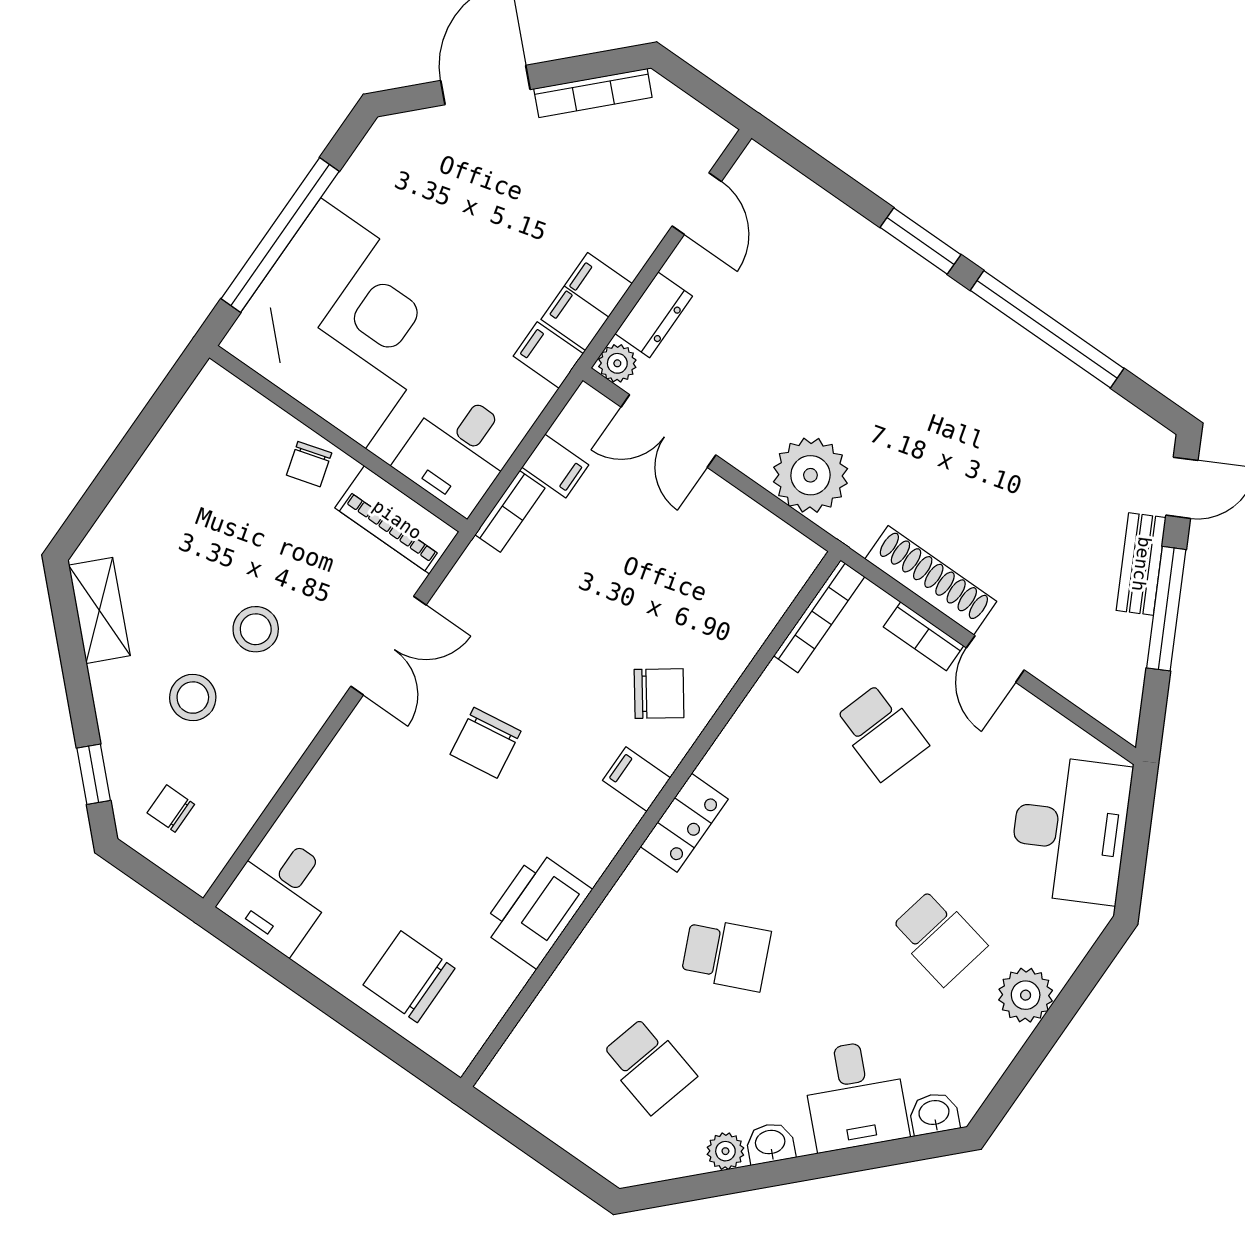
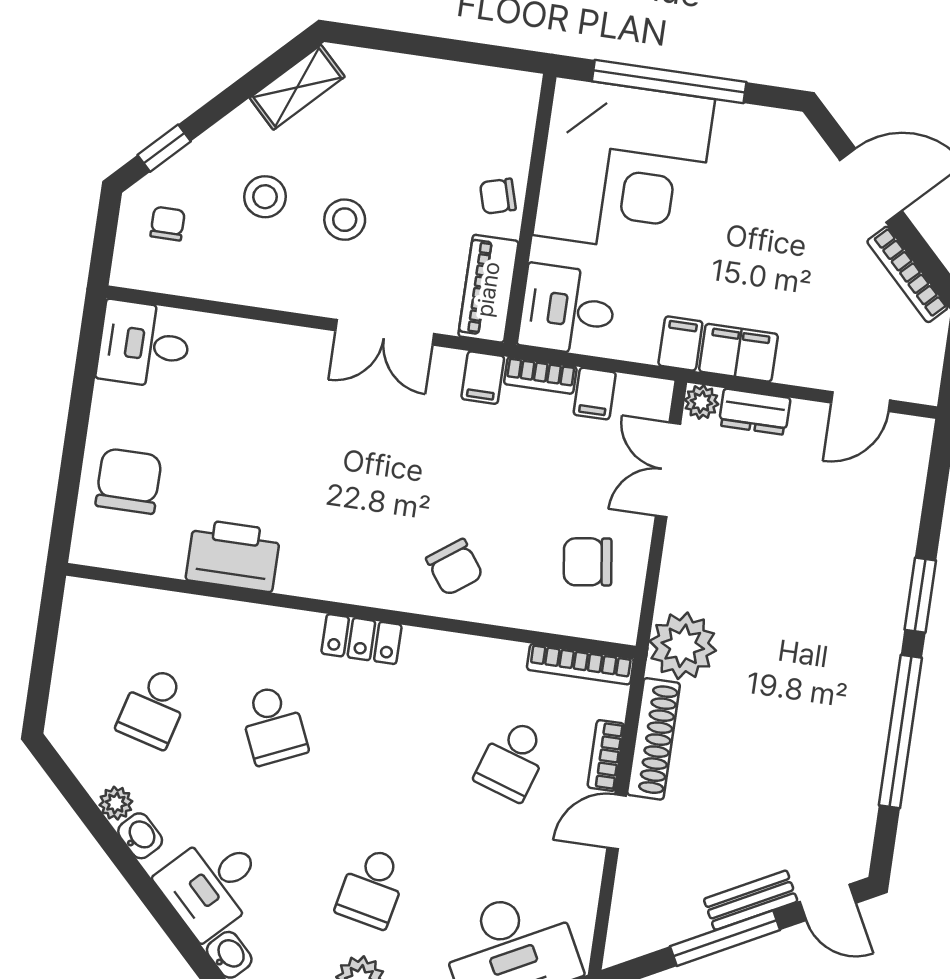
plant: (810, 475) -> (683, 646), moved
chair: (486, 743) -> (588, 562), moved
filing cabinet: (636, 779) -> (483, 378), moved, turned 180

